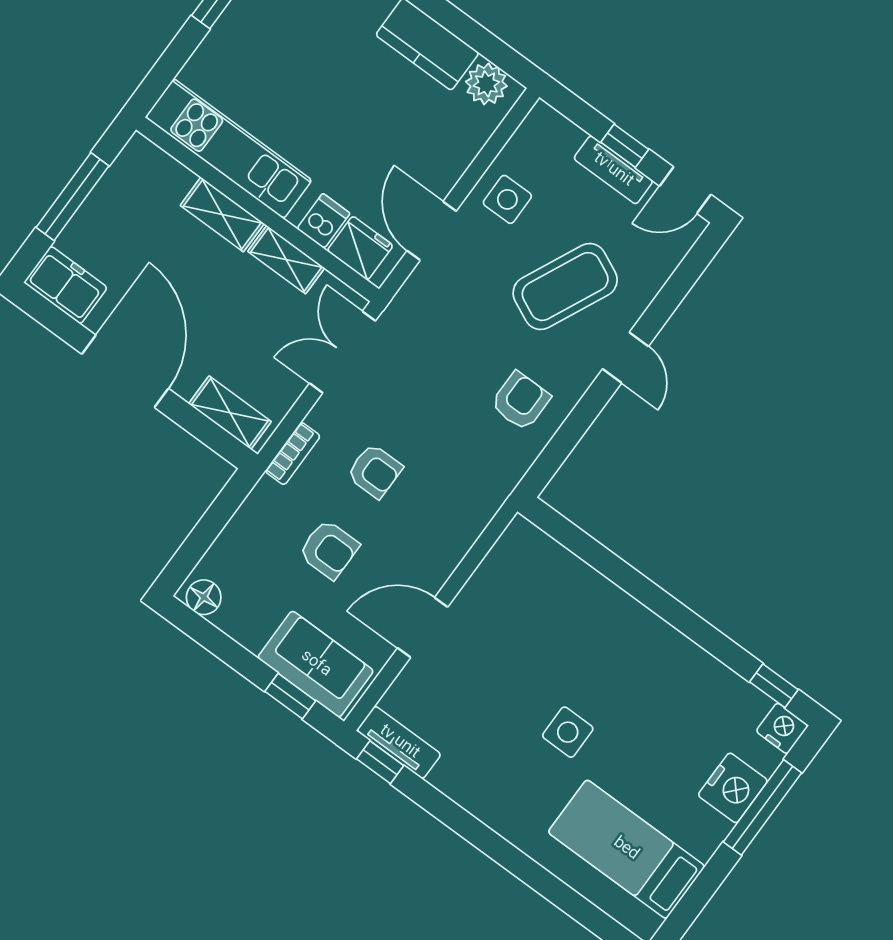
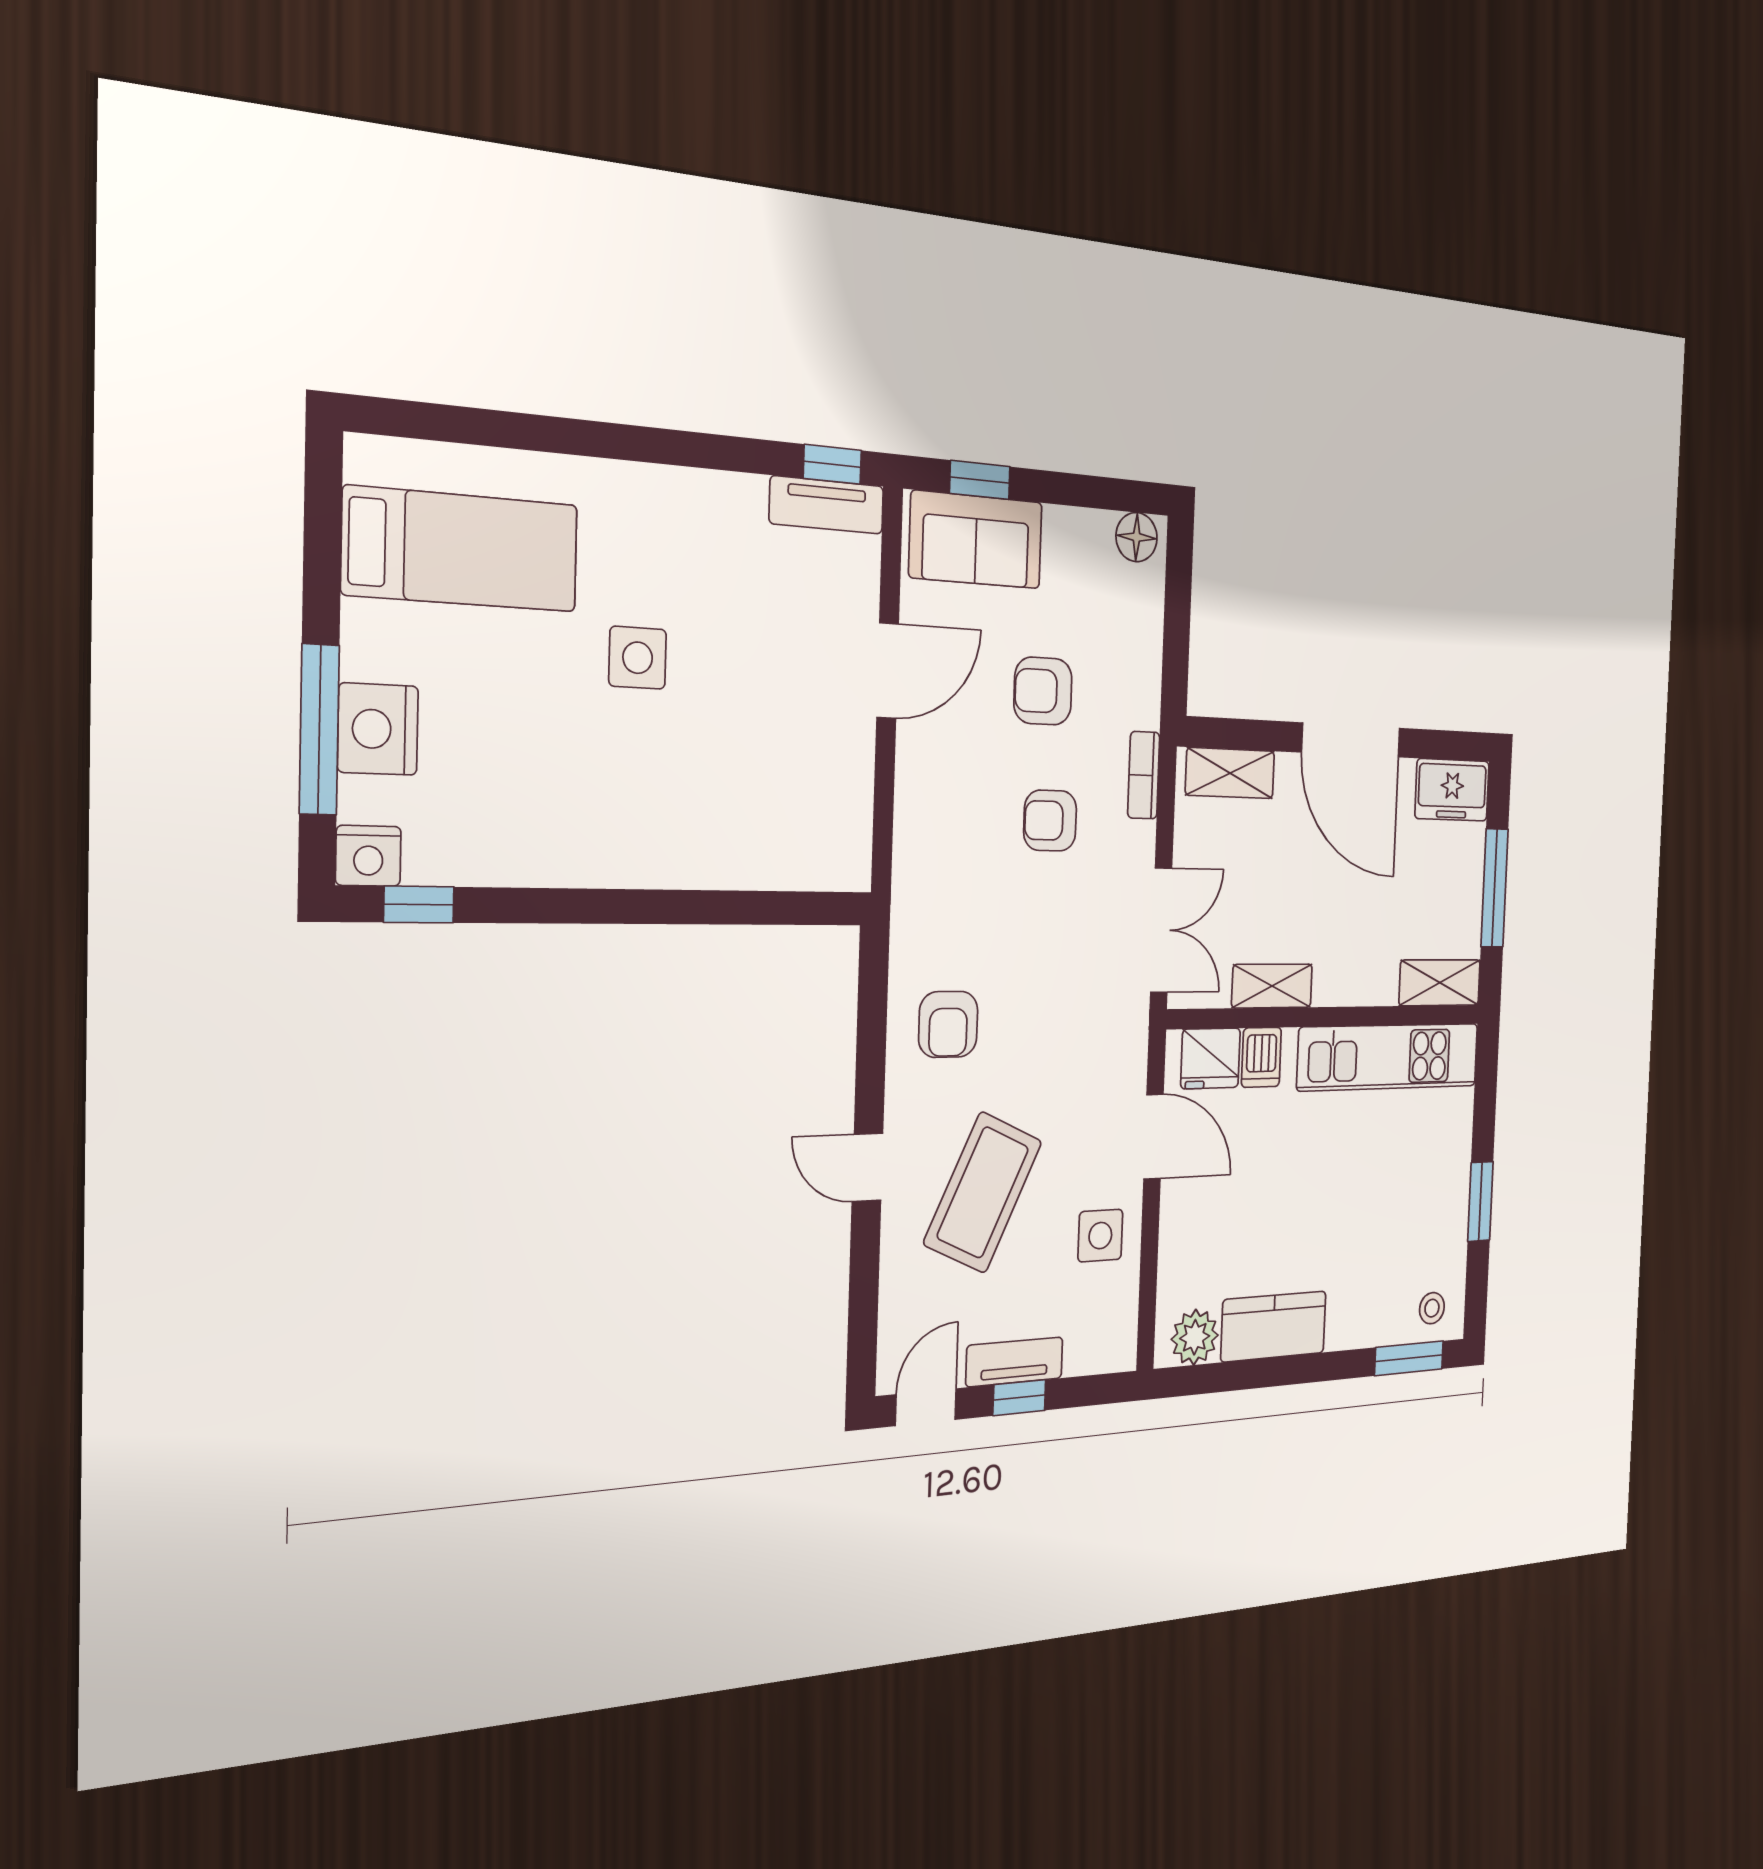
shelving: (222, 215) -> (1440, 983), moved

